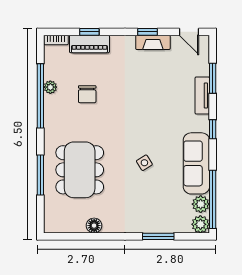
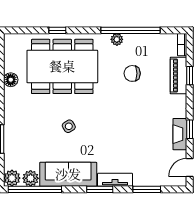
plant: (50, 87) -> (117, 39), moved
tv unit: (202, 96) -> (115, 180), moved
window: (213, 129) -> (100, 189), width x1.50
dining table: (80, 170) -> (62, 66), width x1.36, depth x1.24
window: (40, 175) -> (57, 30), width x0.46

